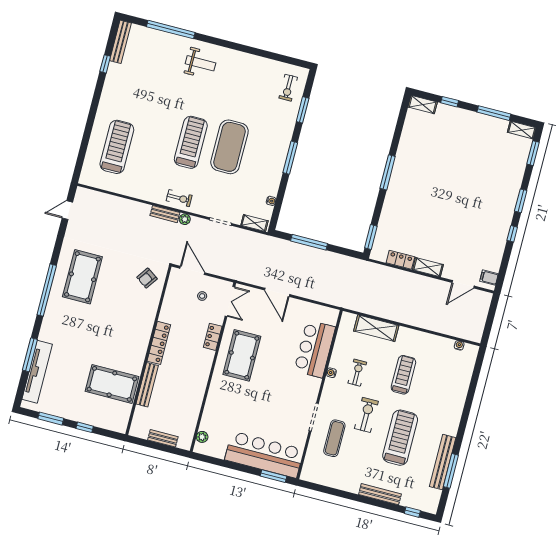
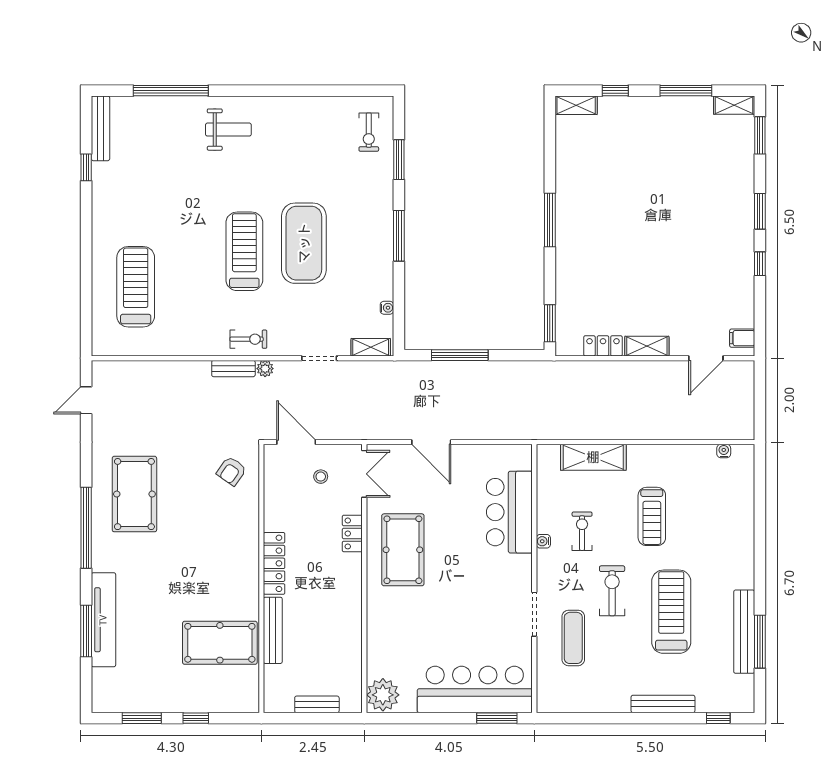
tv unit: (37, 372) -> (103, 620), moved
treadmill: (403, 375) -> (652, 516), turned 180
plant: (202, 437) -> (383, 695), width x1.87, depth x1.87

